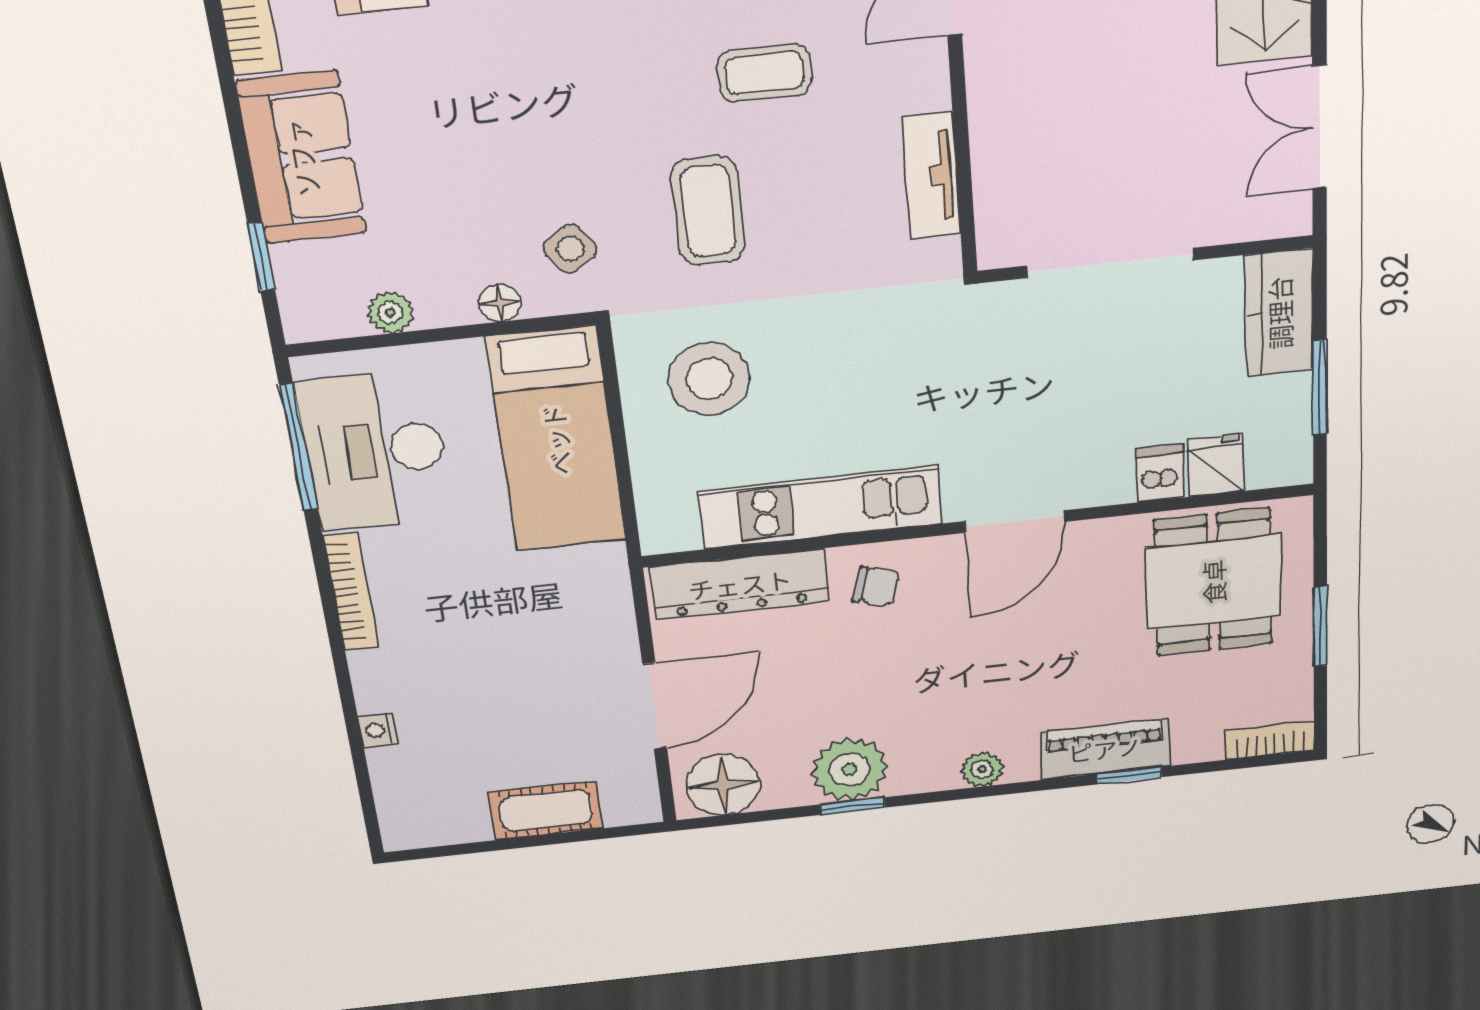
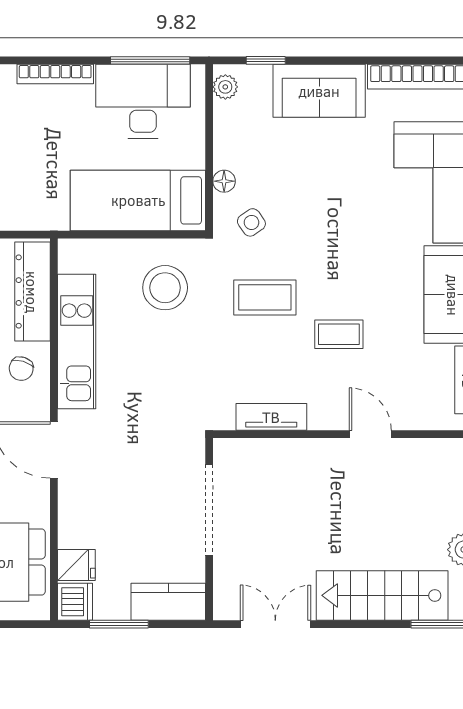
coffee table: (764, 73) -> (339, 334), turned 90
plant: (390, 313) -> (225, 87), moved
dishwasher: (1160, 473) -> (75, 602), moved, width x1.38

